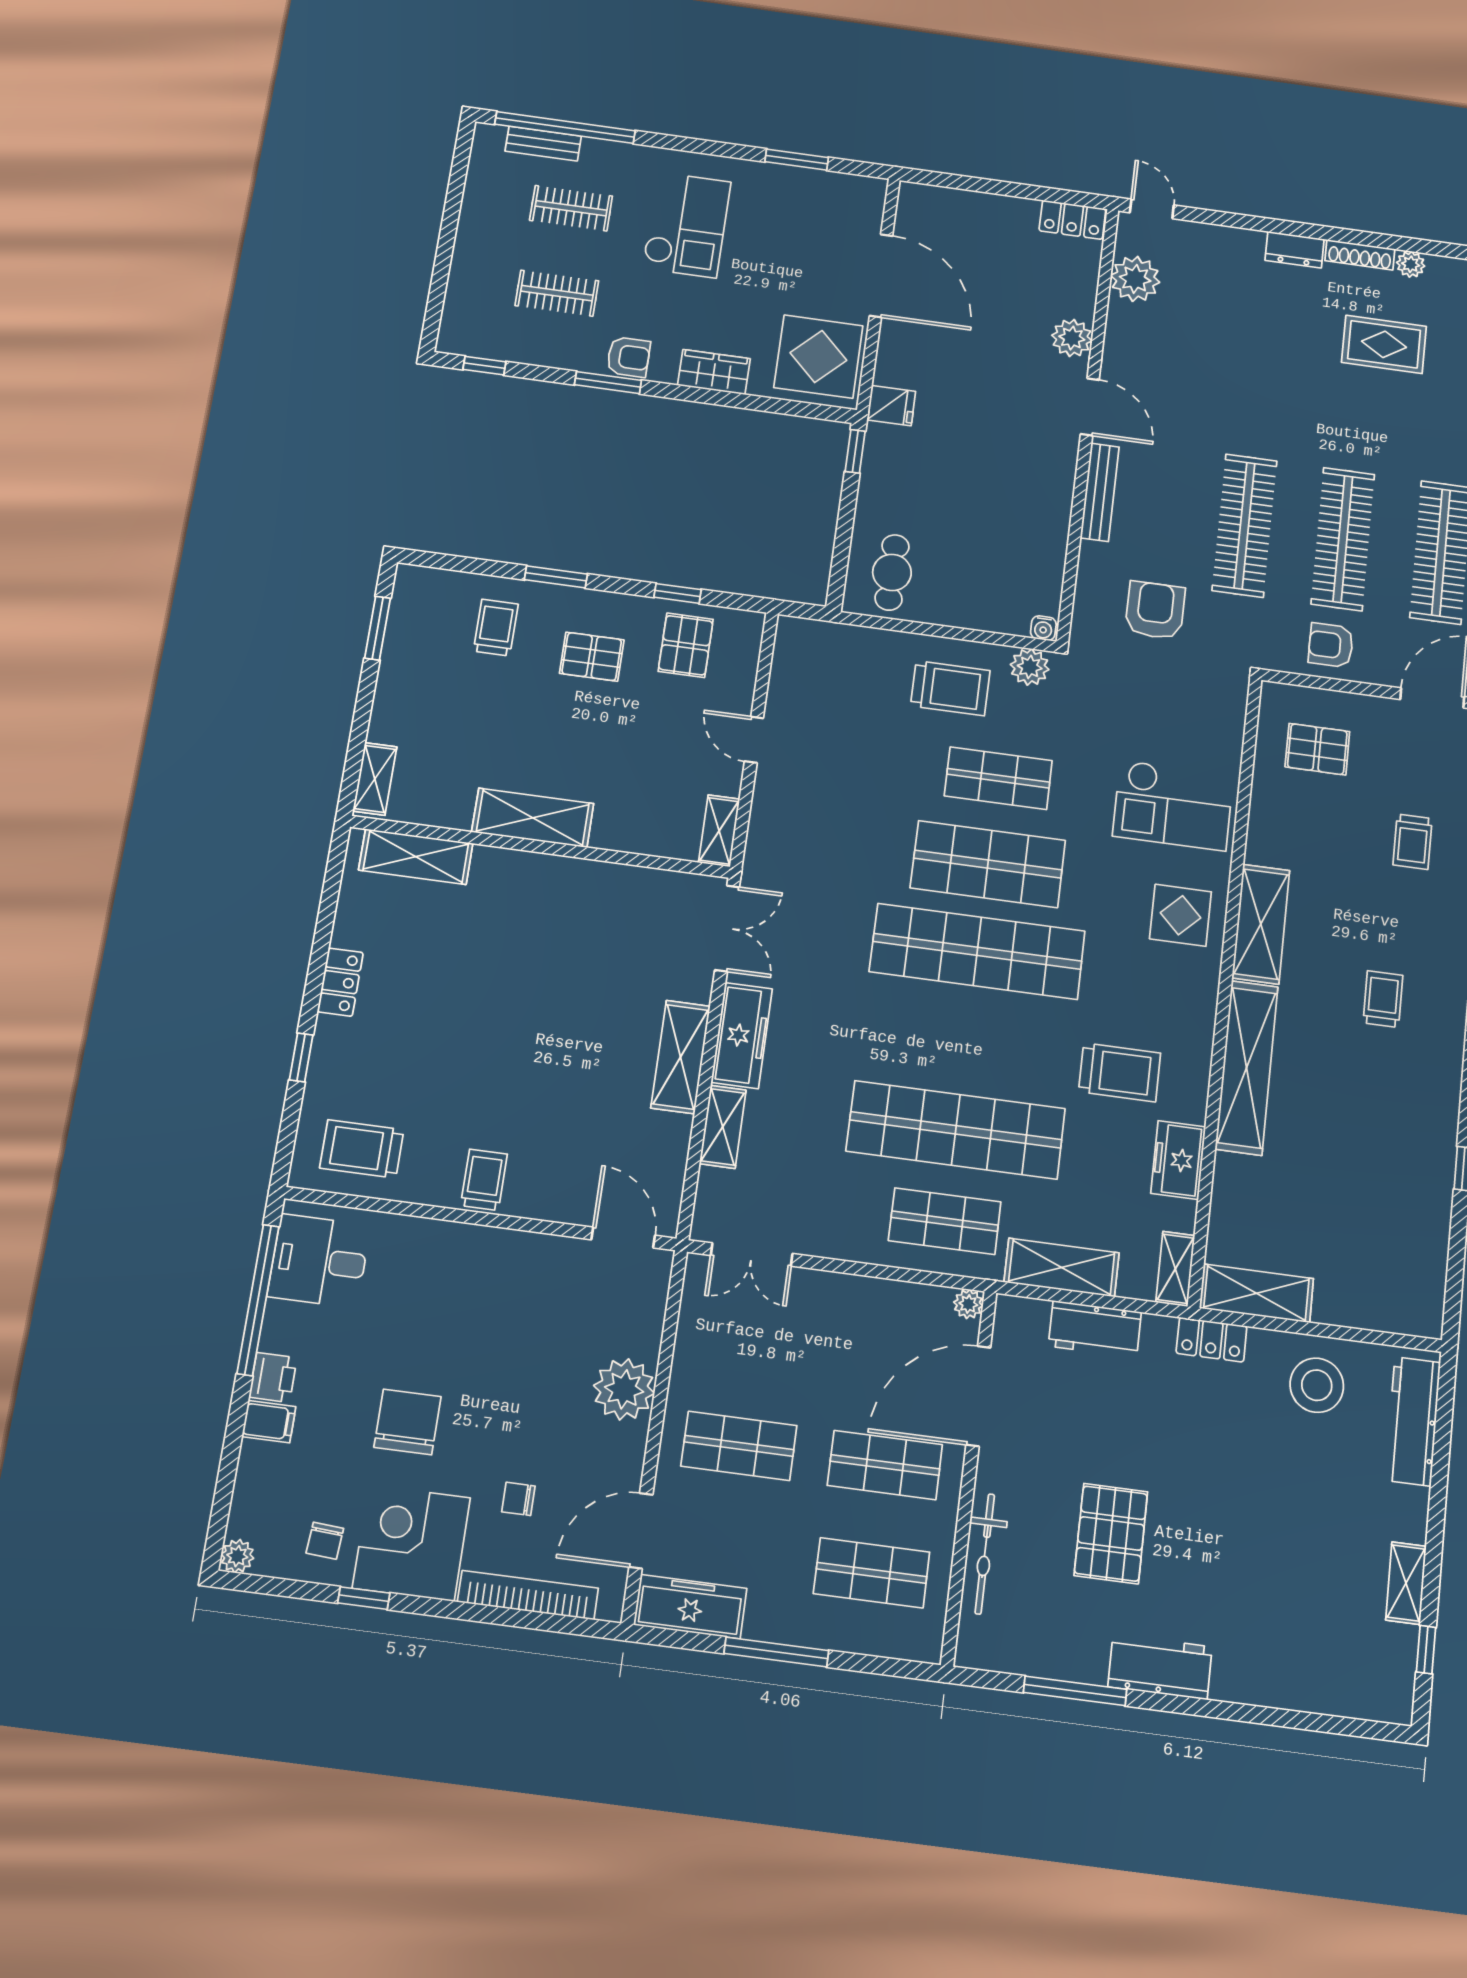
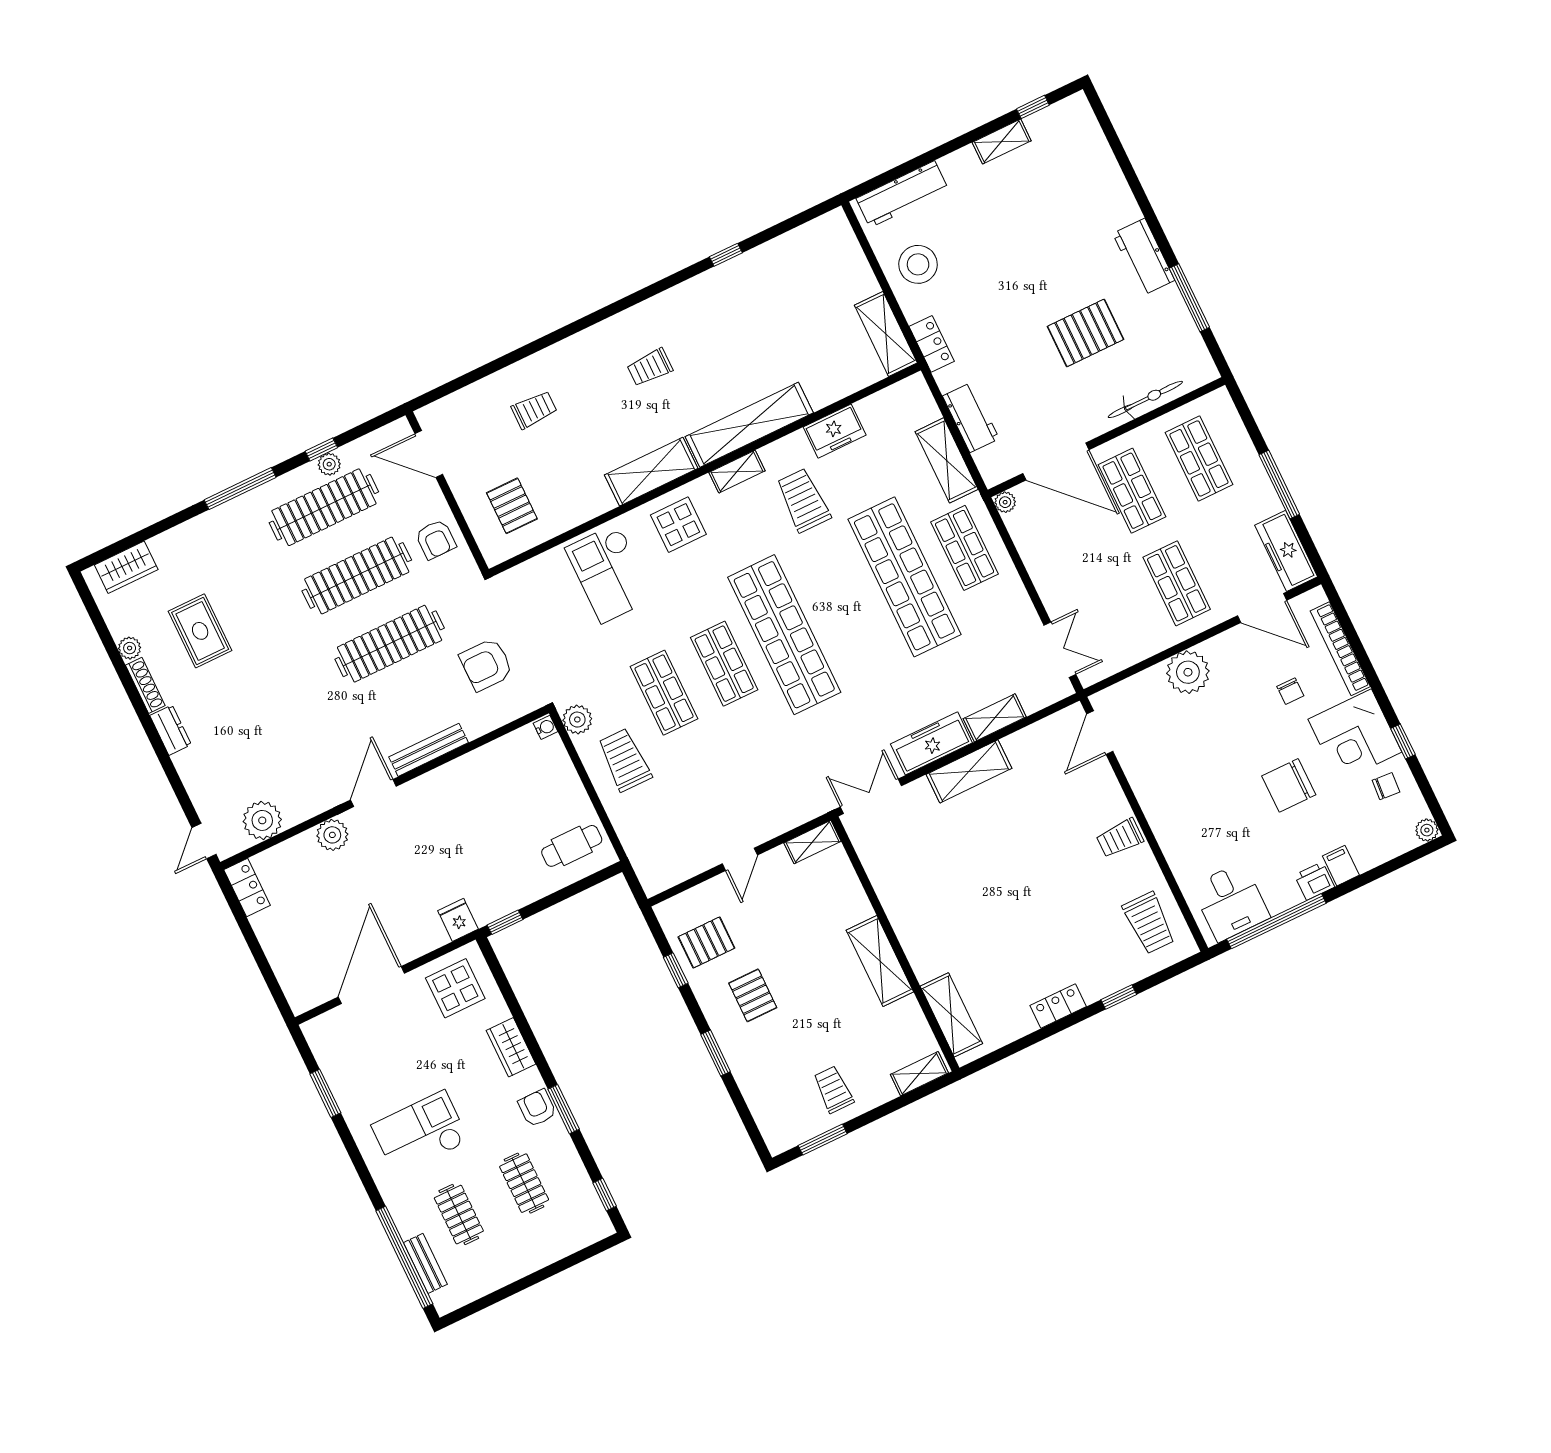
display table: (818, 357) -> (455, 988), width x0.73, depth x0.73
trolley: (496, 628) -> (833, 1089), moved, turned 90
checkout: (1173, 805) -> (610, 573), turned 180
shop shelf: (988, 864) -> (724, 664), width x0.70, depth x0.74
shelving: (1175, 1269) -> (737, 472), moved

